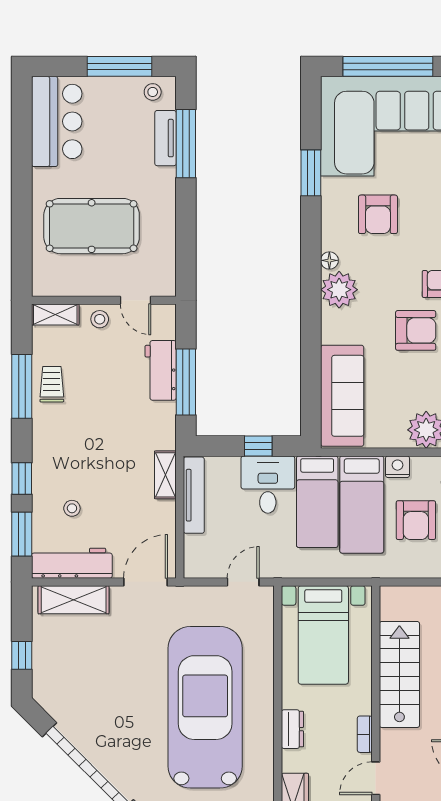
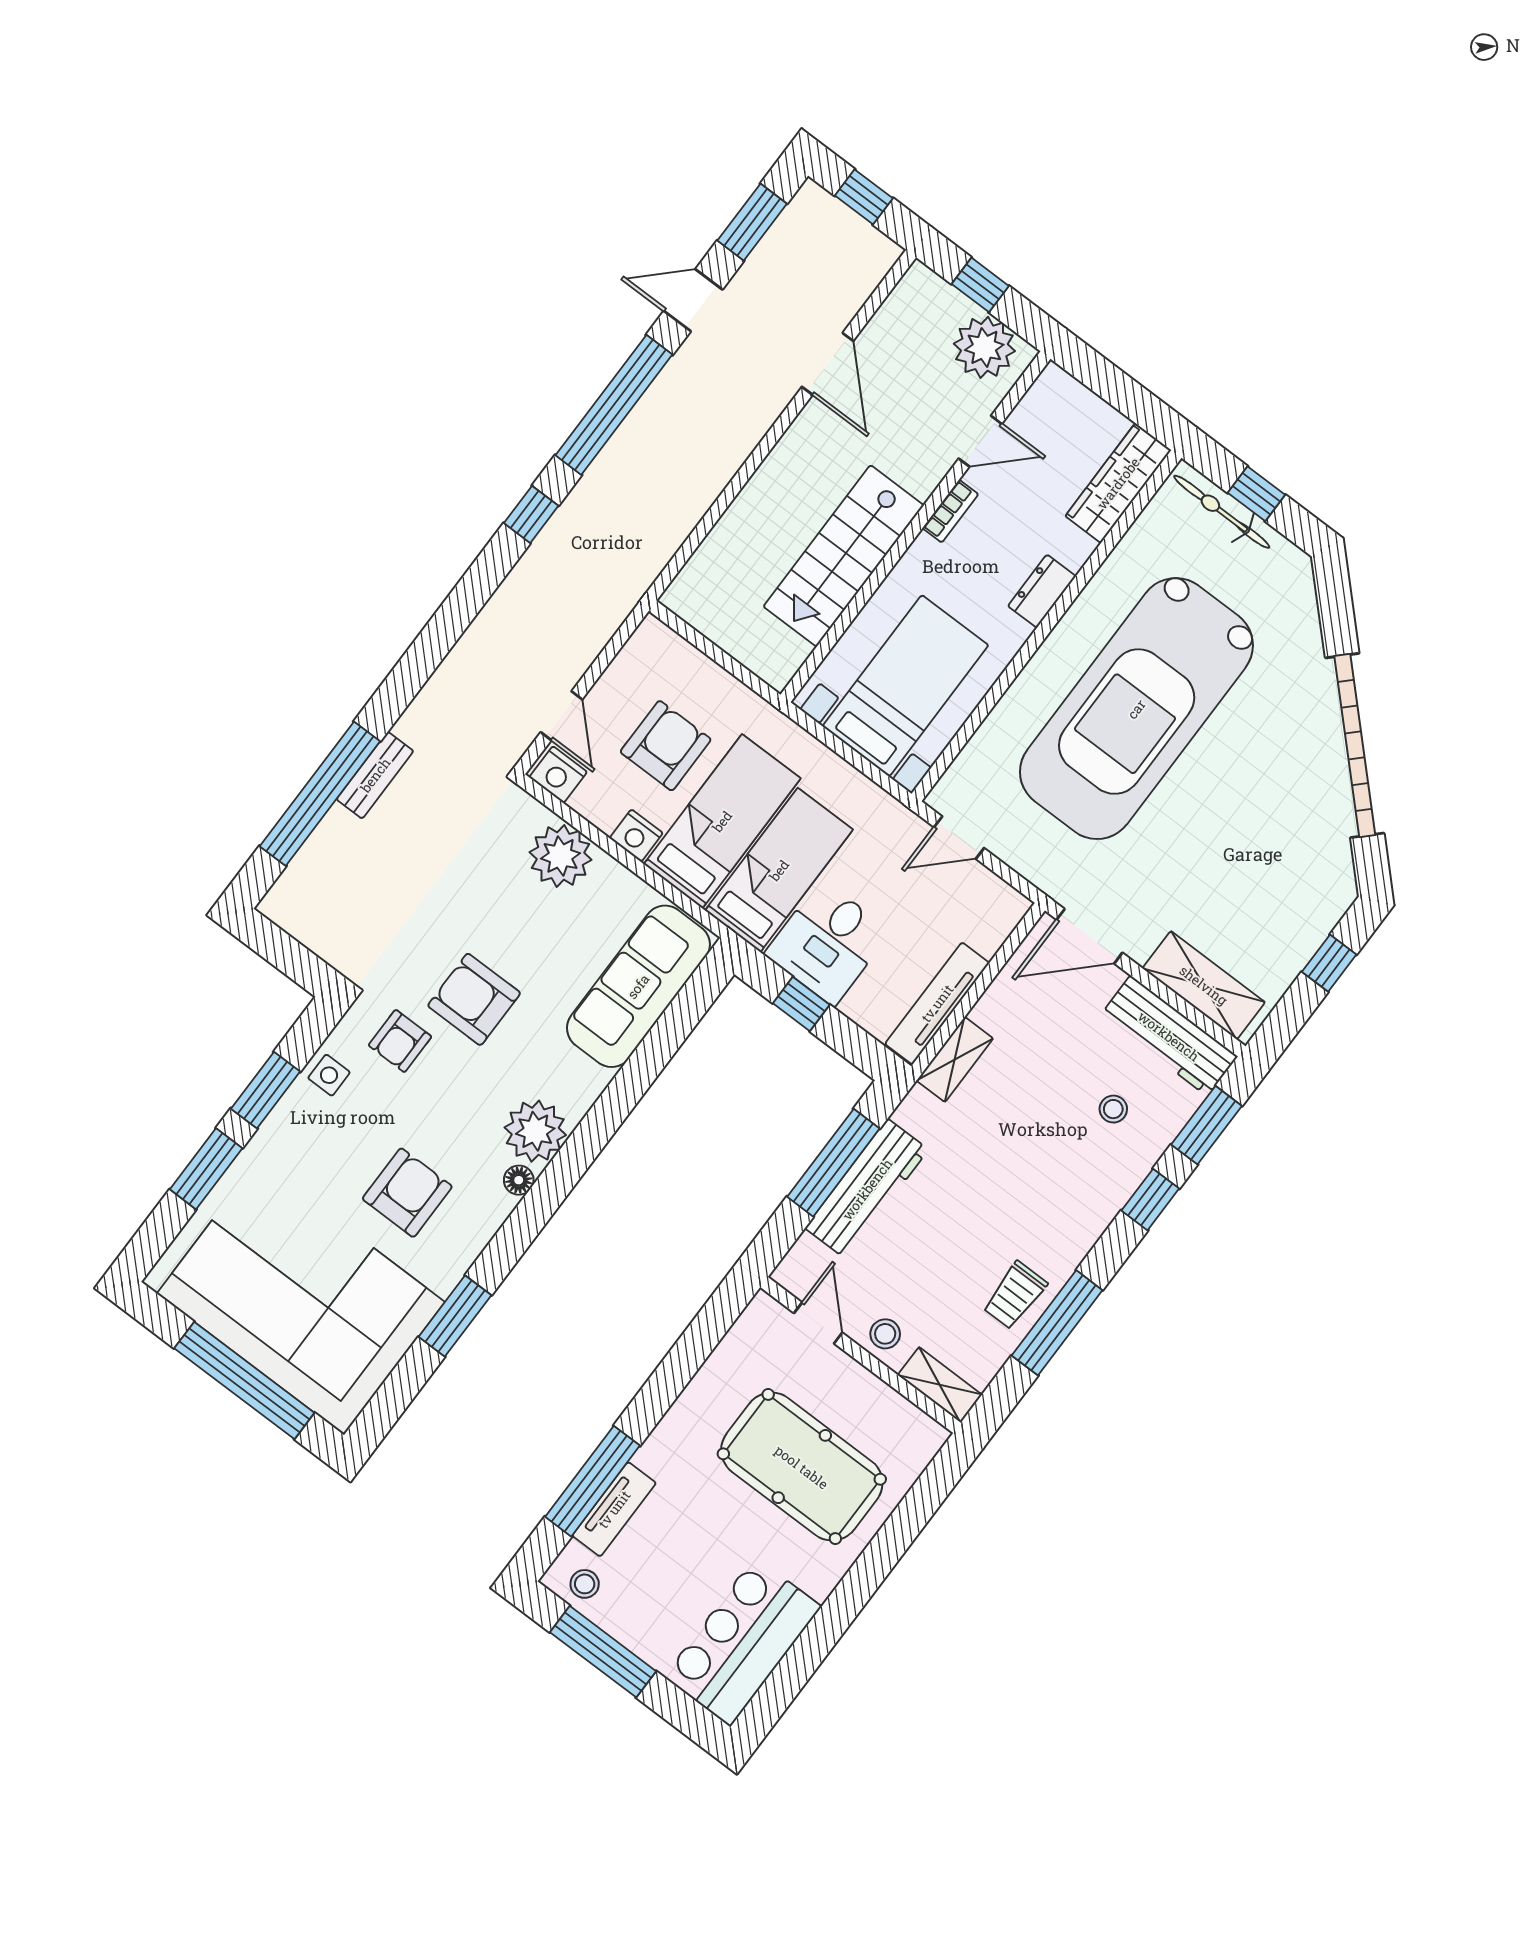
workbench: (161, 370) -> (867, 1189), width x1.38

